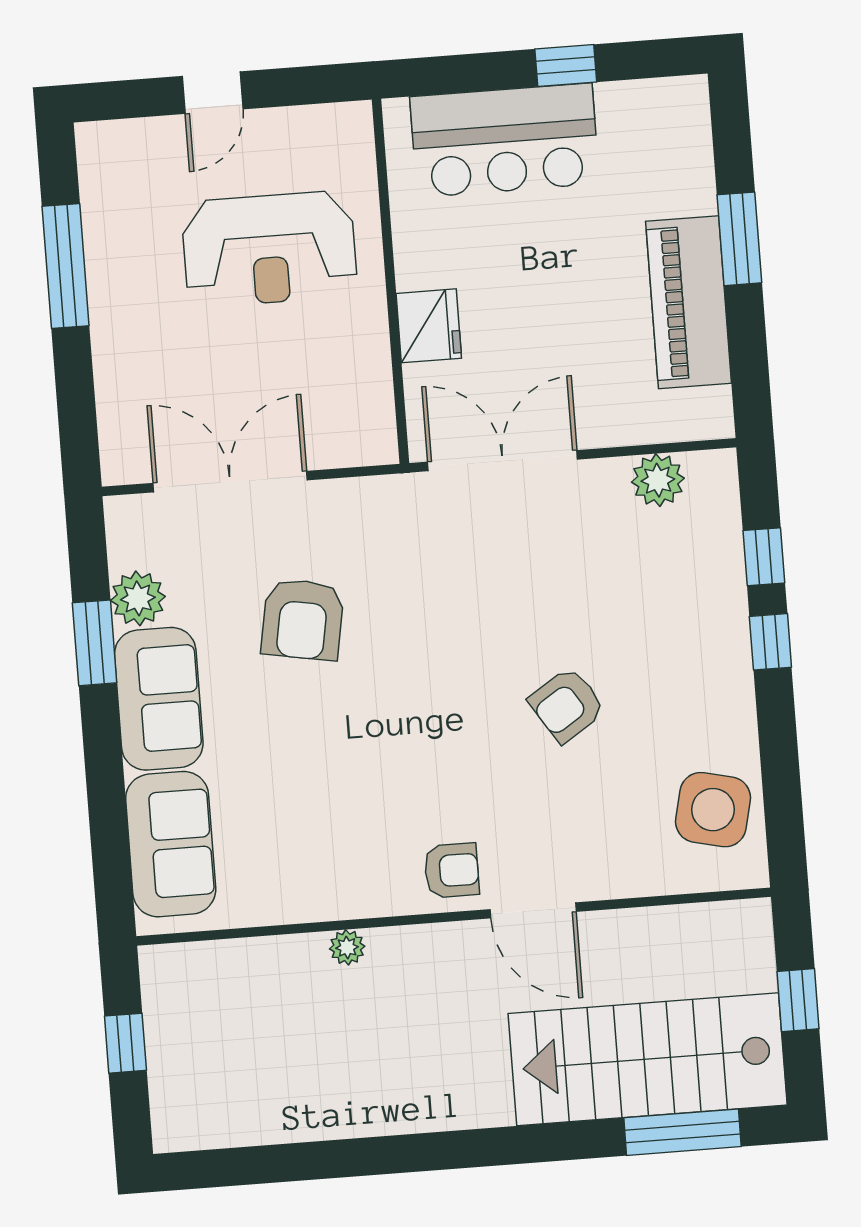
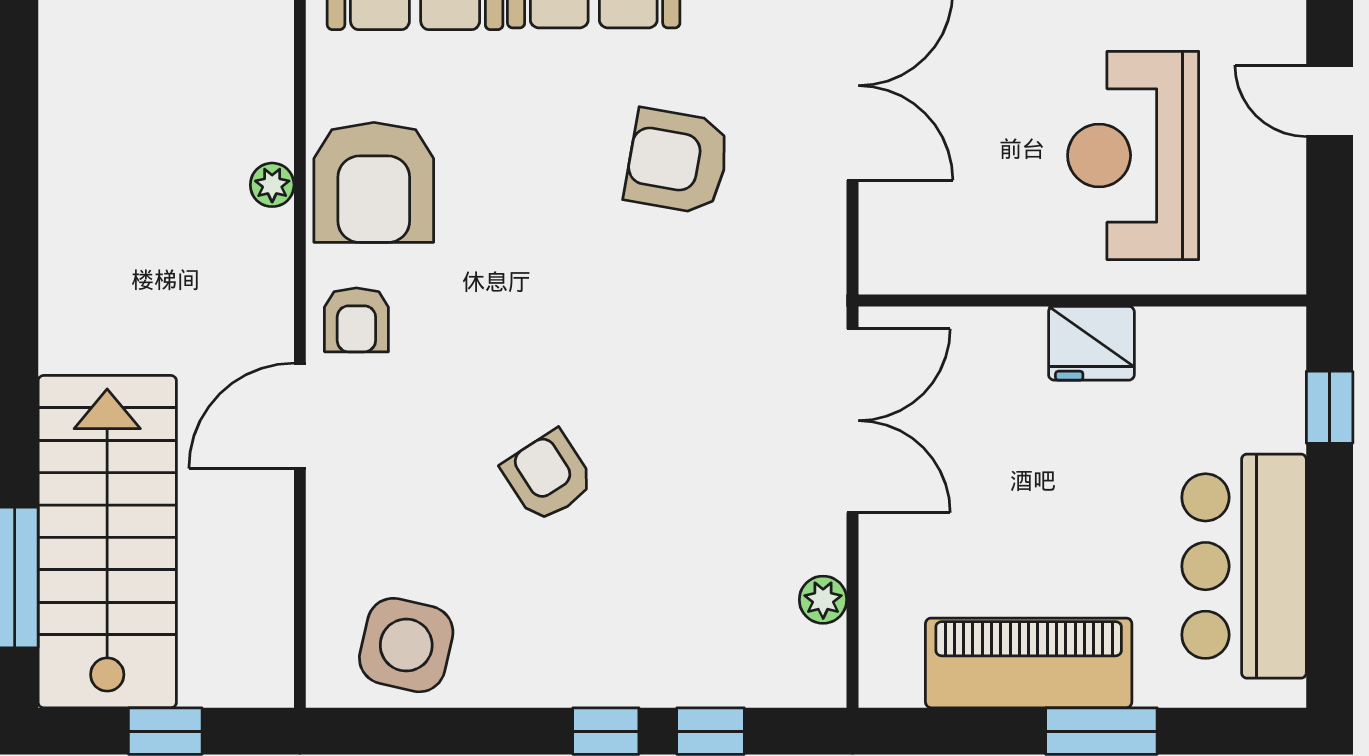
window: (566, 65) -> (1330, 407), moved
bar counter: (505, 140) -> (1244, 566), moved
fridge: (429, 326) -> (1091, 343), moved
plant: (658, 480) -> (823, 600), width x0.73, depth x0.73
armchair: (339, 865) -> (374, 182), added

